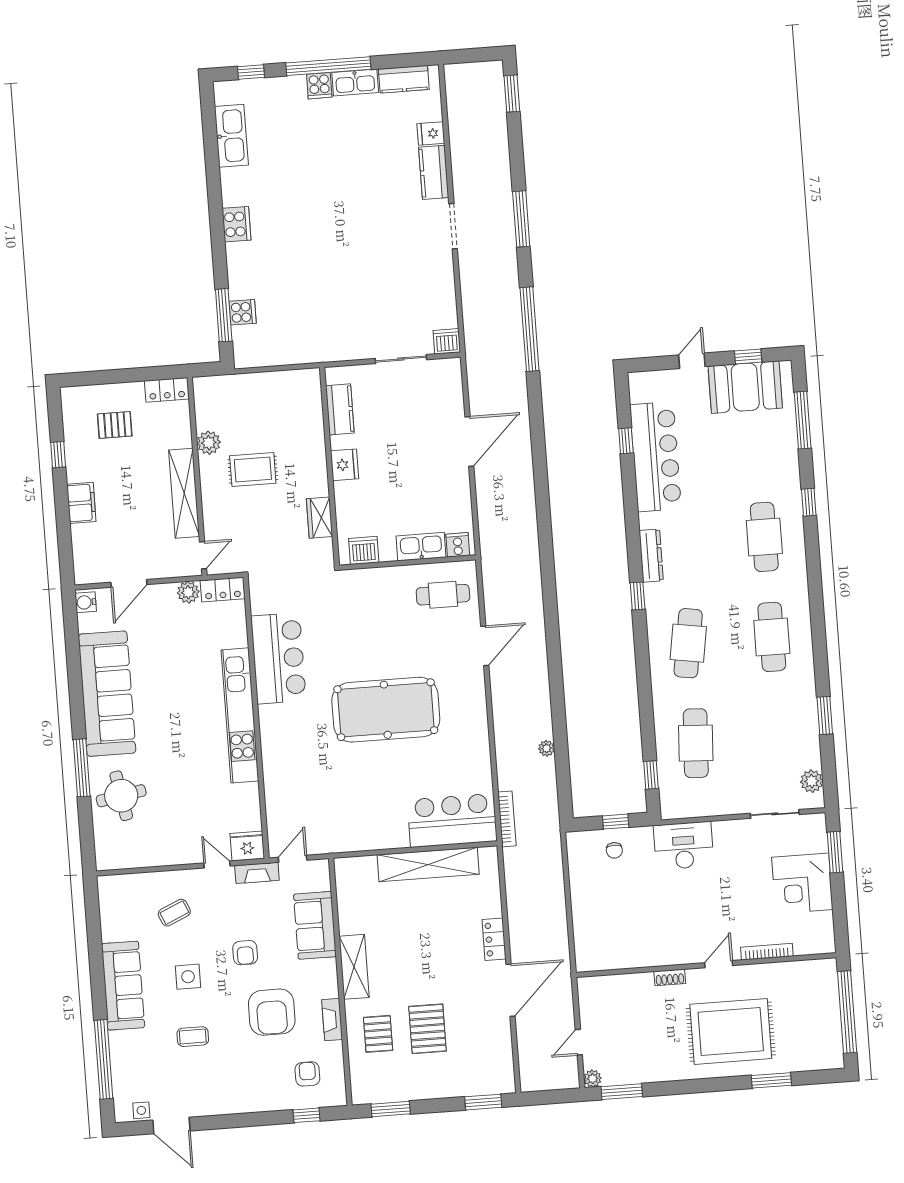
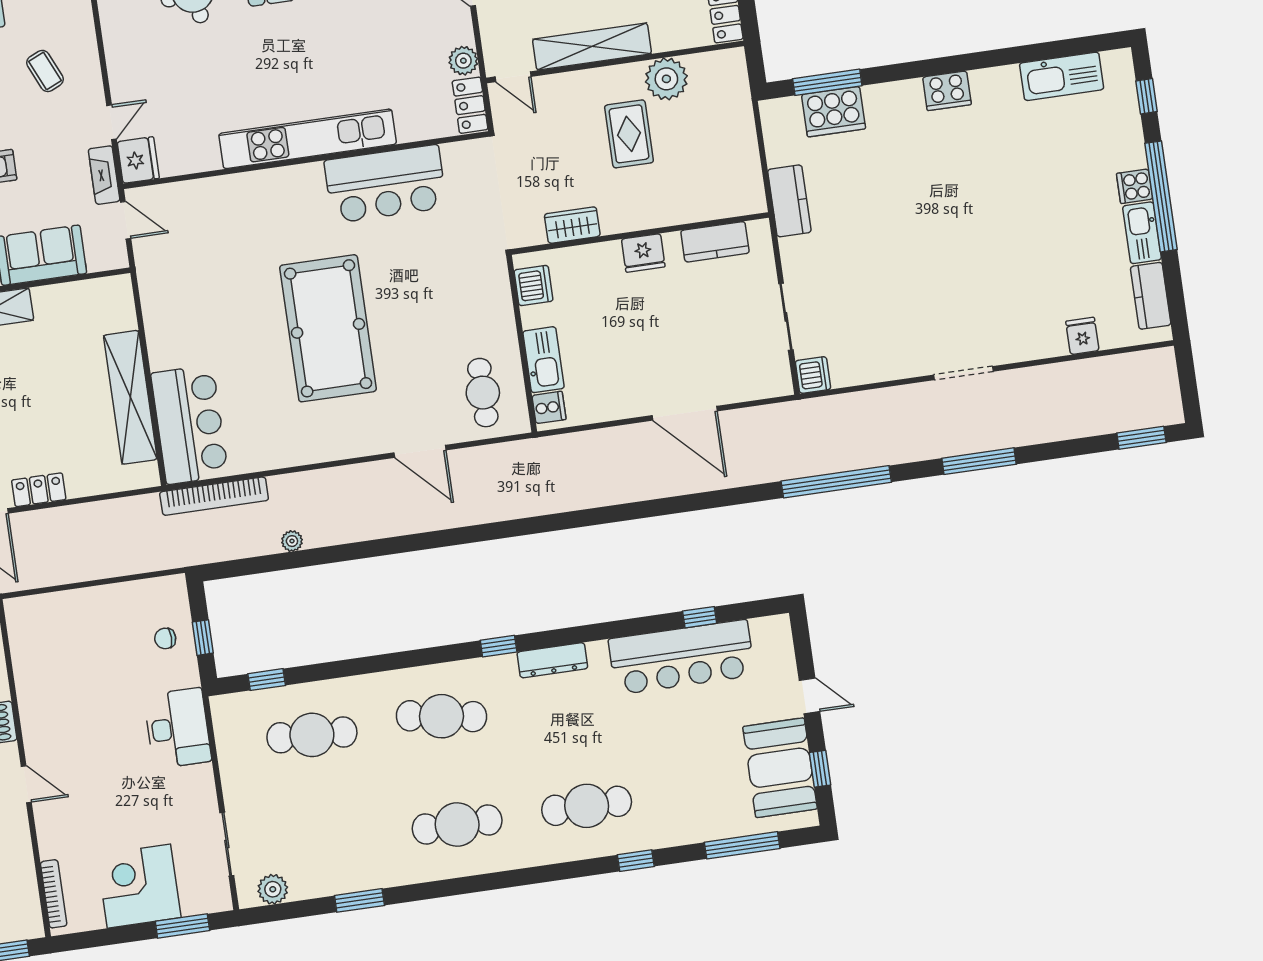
kitchen counter: (434, 172) -> (789, 201), moved, turned 90
cooker: (243, 312) -> (834, 112), width x1.87, depth x1.31
plant: (209, 443) -> (666, 79), width x1.36, depth x1.36
bookcase: (507, 819) -> (214, 496), width x1.48, depth x1.31
bookcase: (767, 952) -> (54, 894), moved

